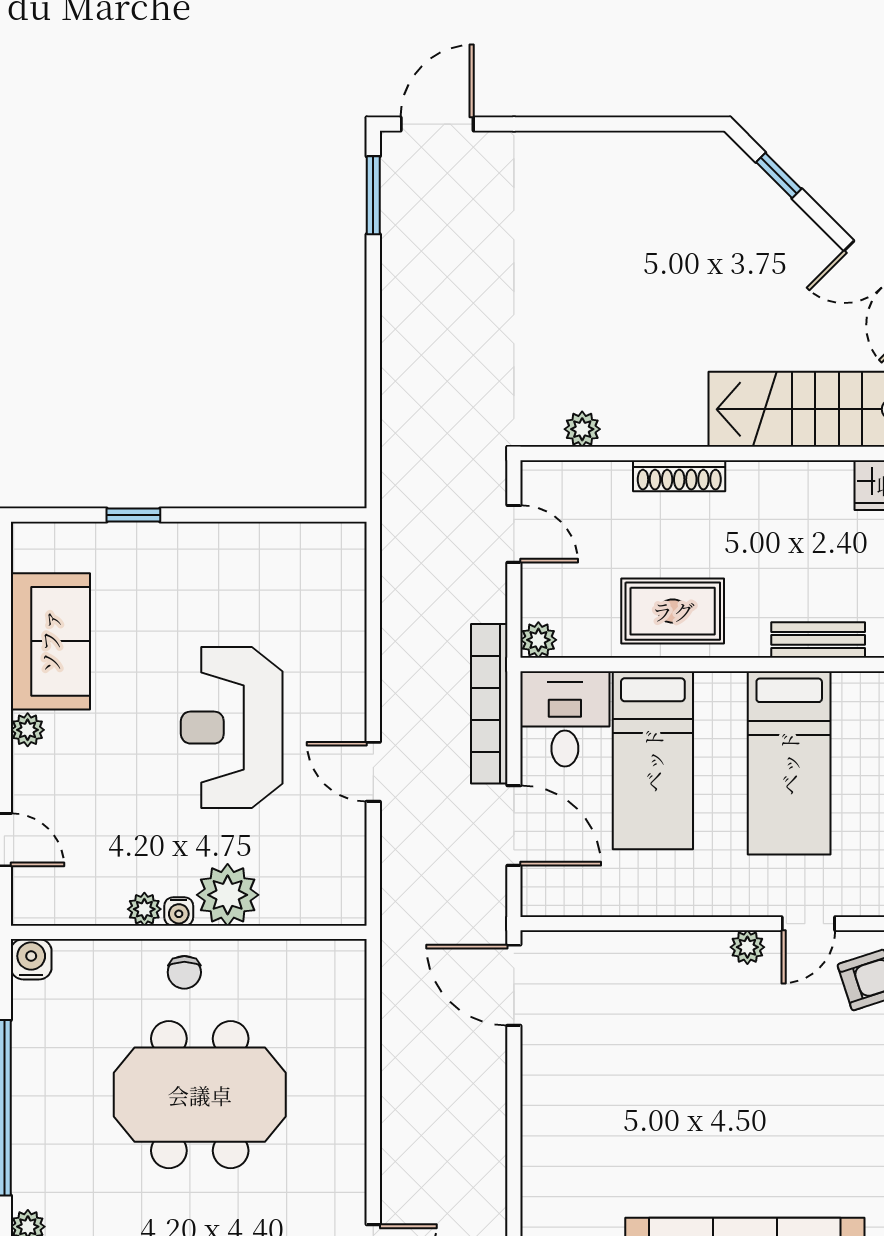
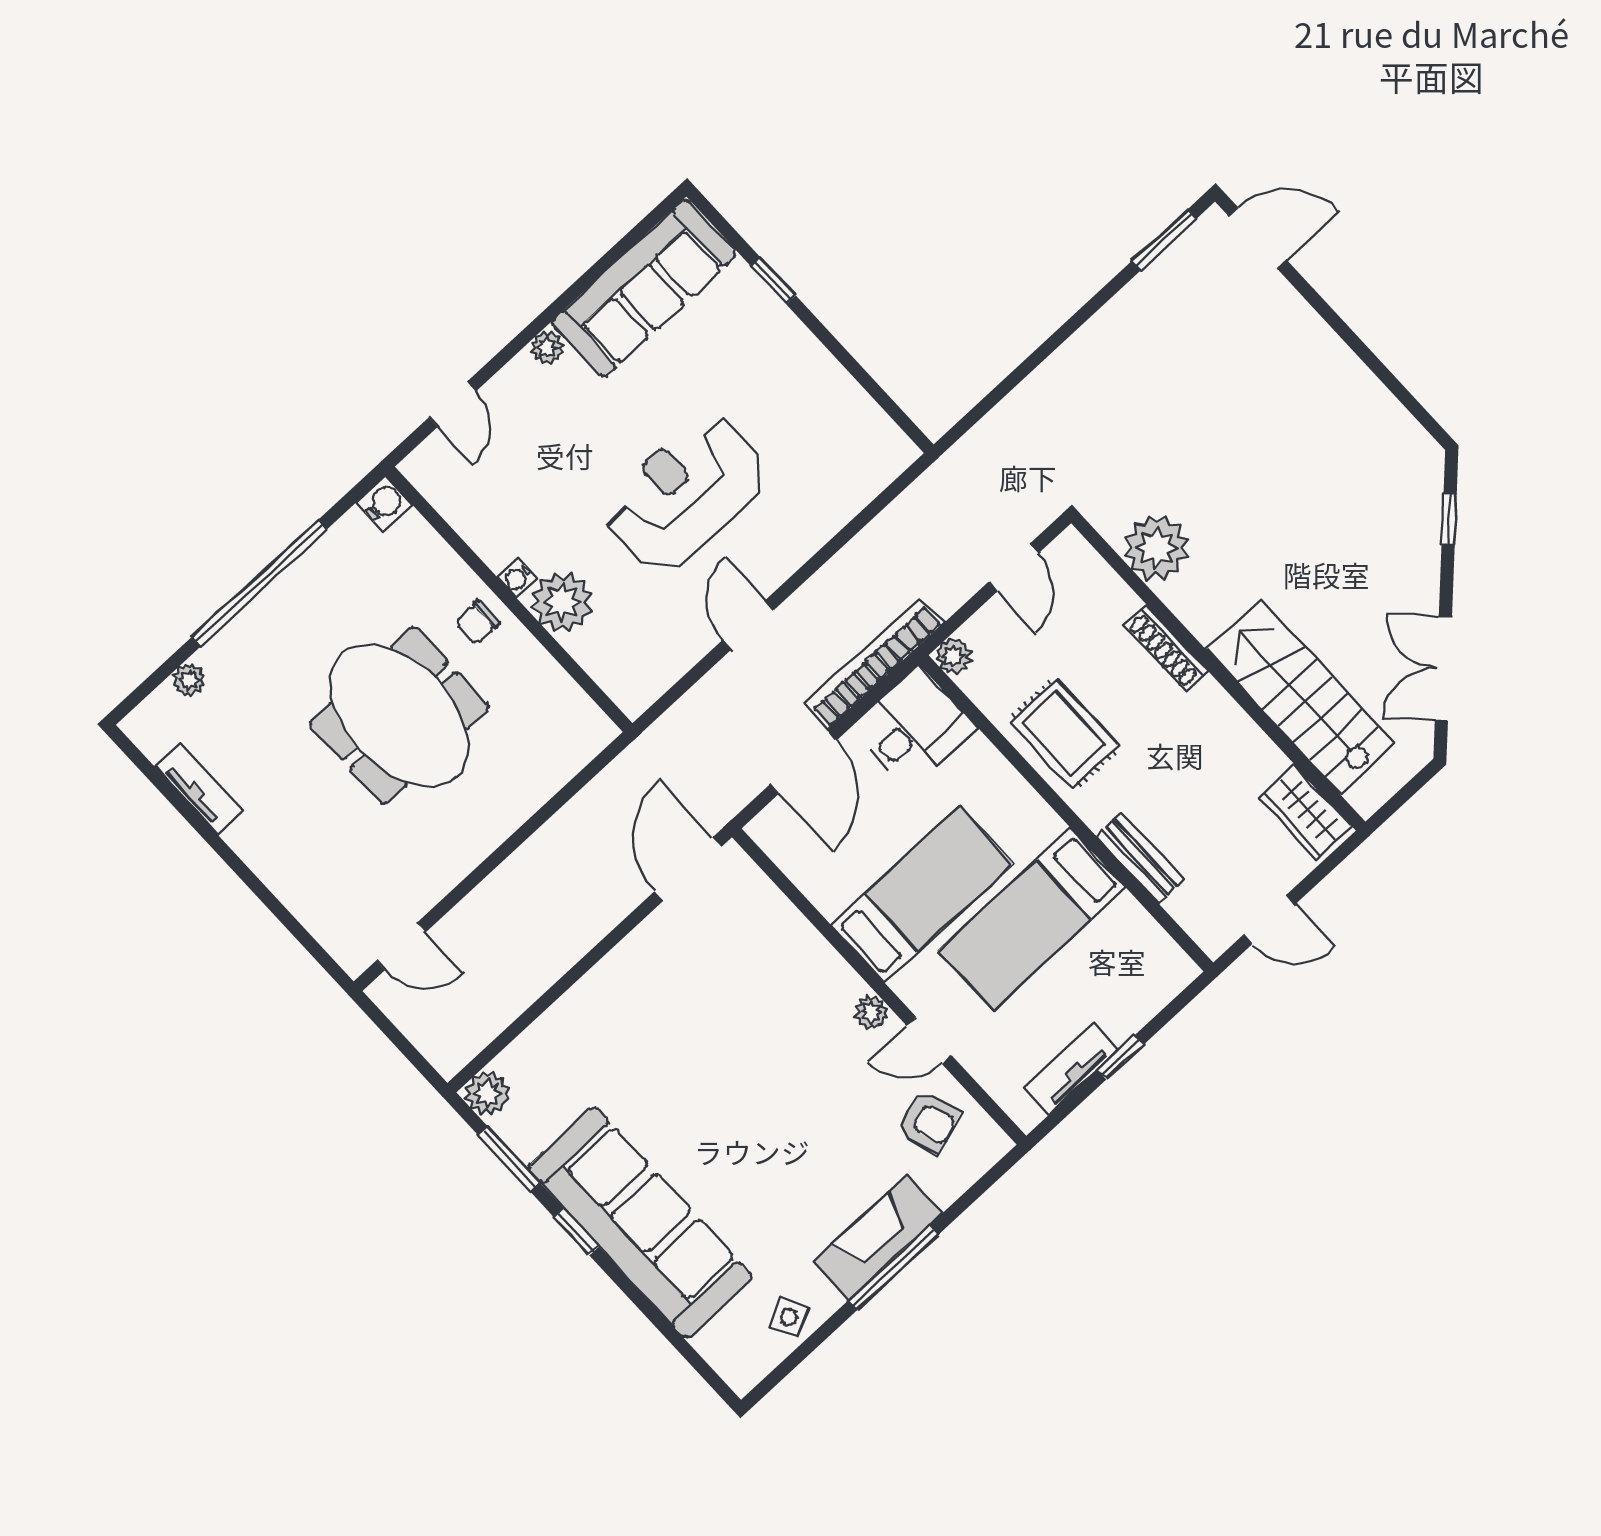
plant: (582, 429) -> (1156, 548), width x1.88, depth x1.88
sofa: (50, 641) -> (644, 289), width x1.36
bed: (653, 760) -> (922, 894), moved, turned 180
plant: (144, 909) -> (496, 552), removed

